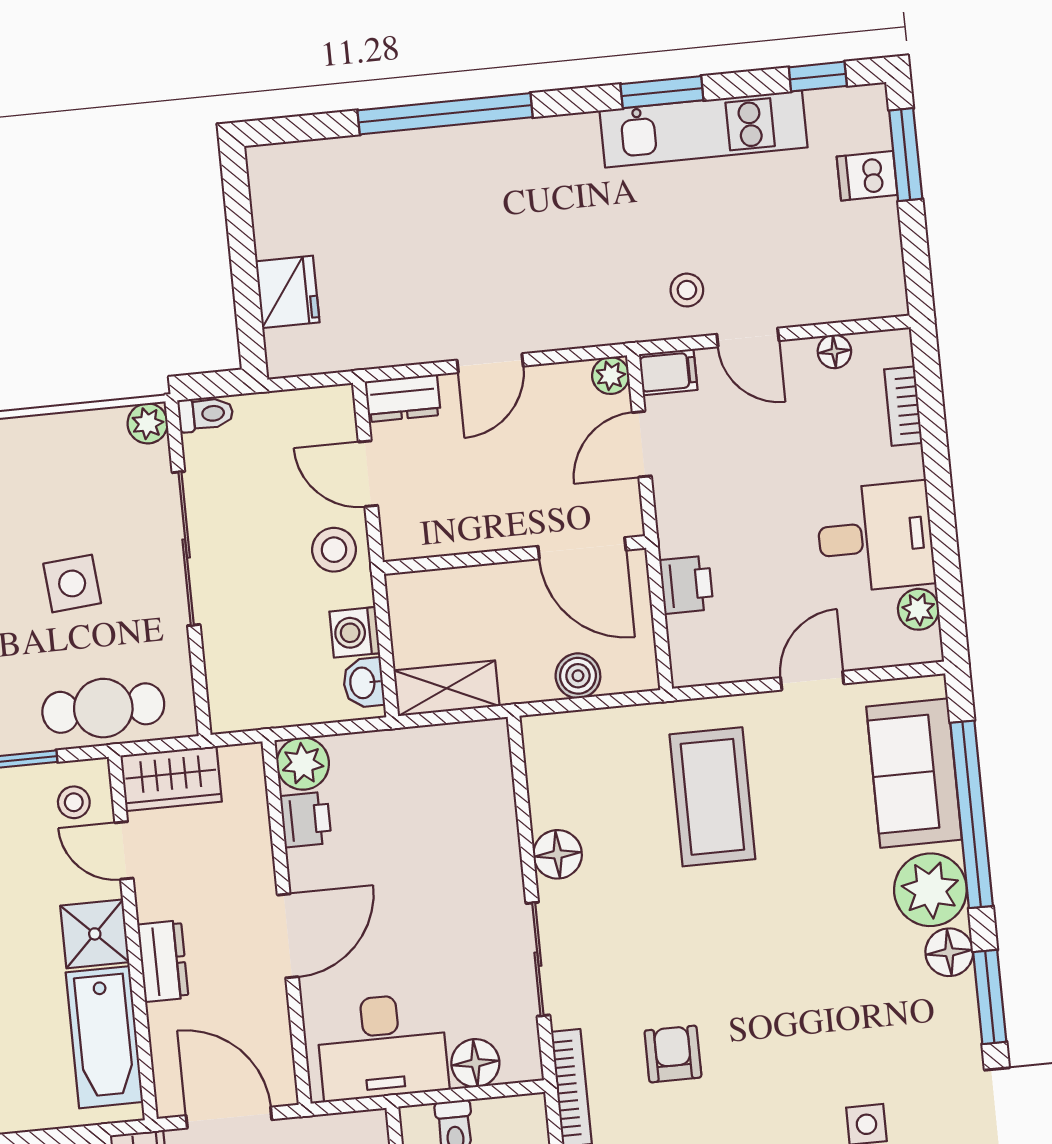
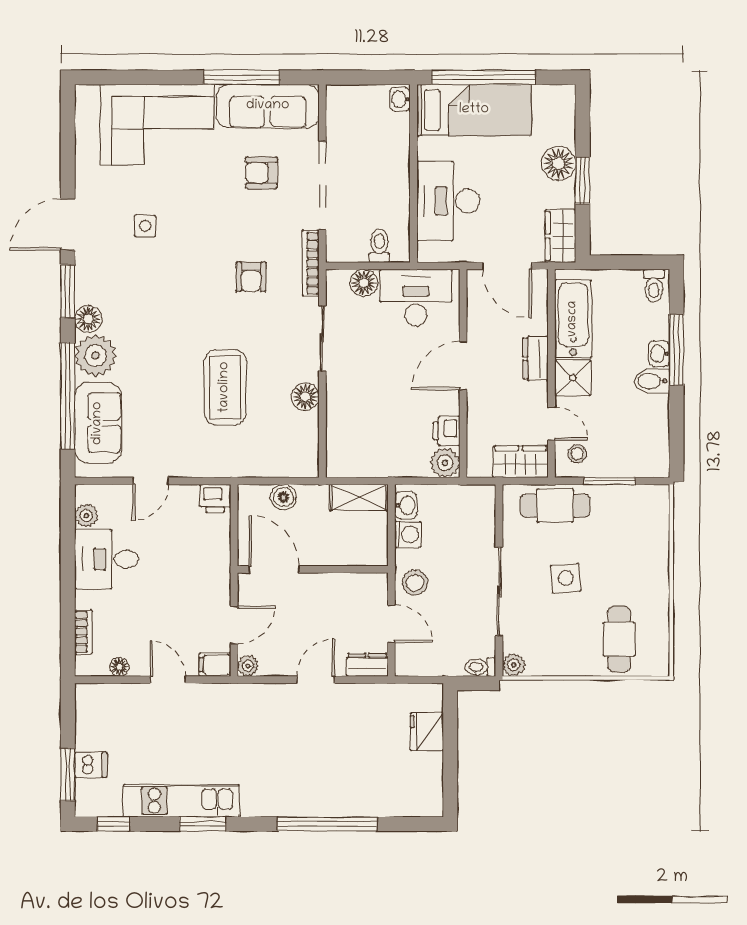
stool: (687, 290) -> (200, 710), removed
printer: (686, 585) -> (215, 498), moved, turned -90
coffee table: (712, 797) -> (225, 387), moved

